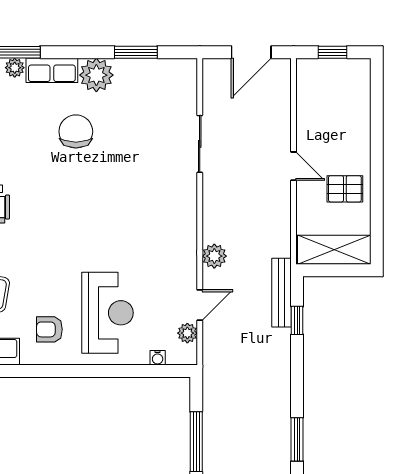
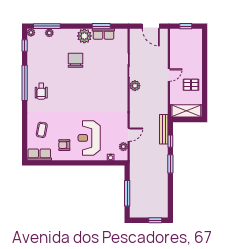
door: (251, 52) -> (151, 26), hinge flipped
row of seats: (52, 70) -> (103, 34), moved
door: (294, 166) -> (169, 75), hinge flipped
plant: (214, 256) -> (135, 86), moved
reception desk: (108, 313) -> (89, 138), turned 180
window: (297, 439) -> (170, 164), moved

